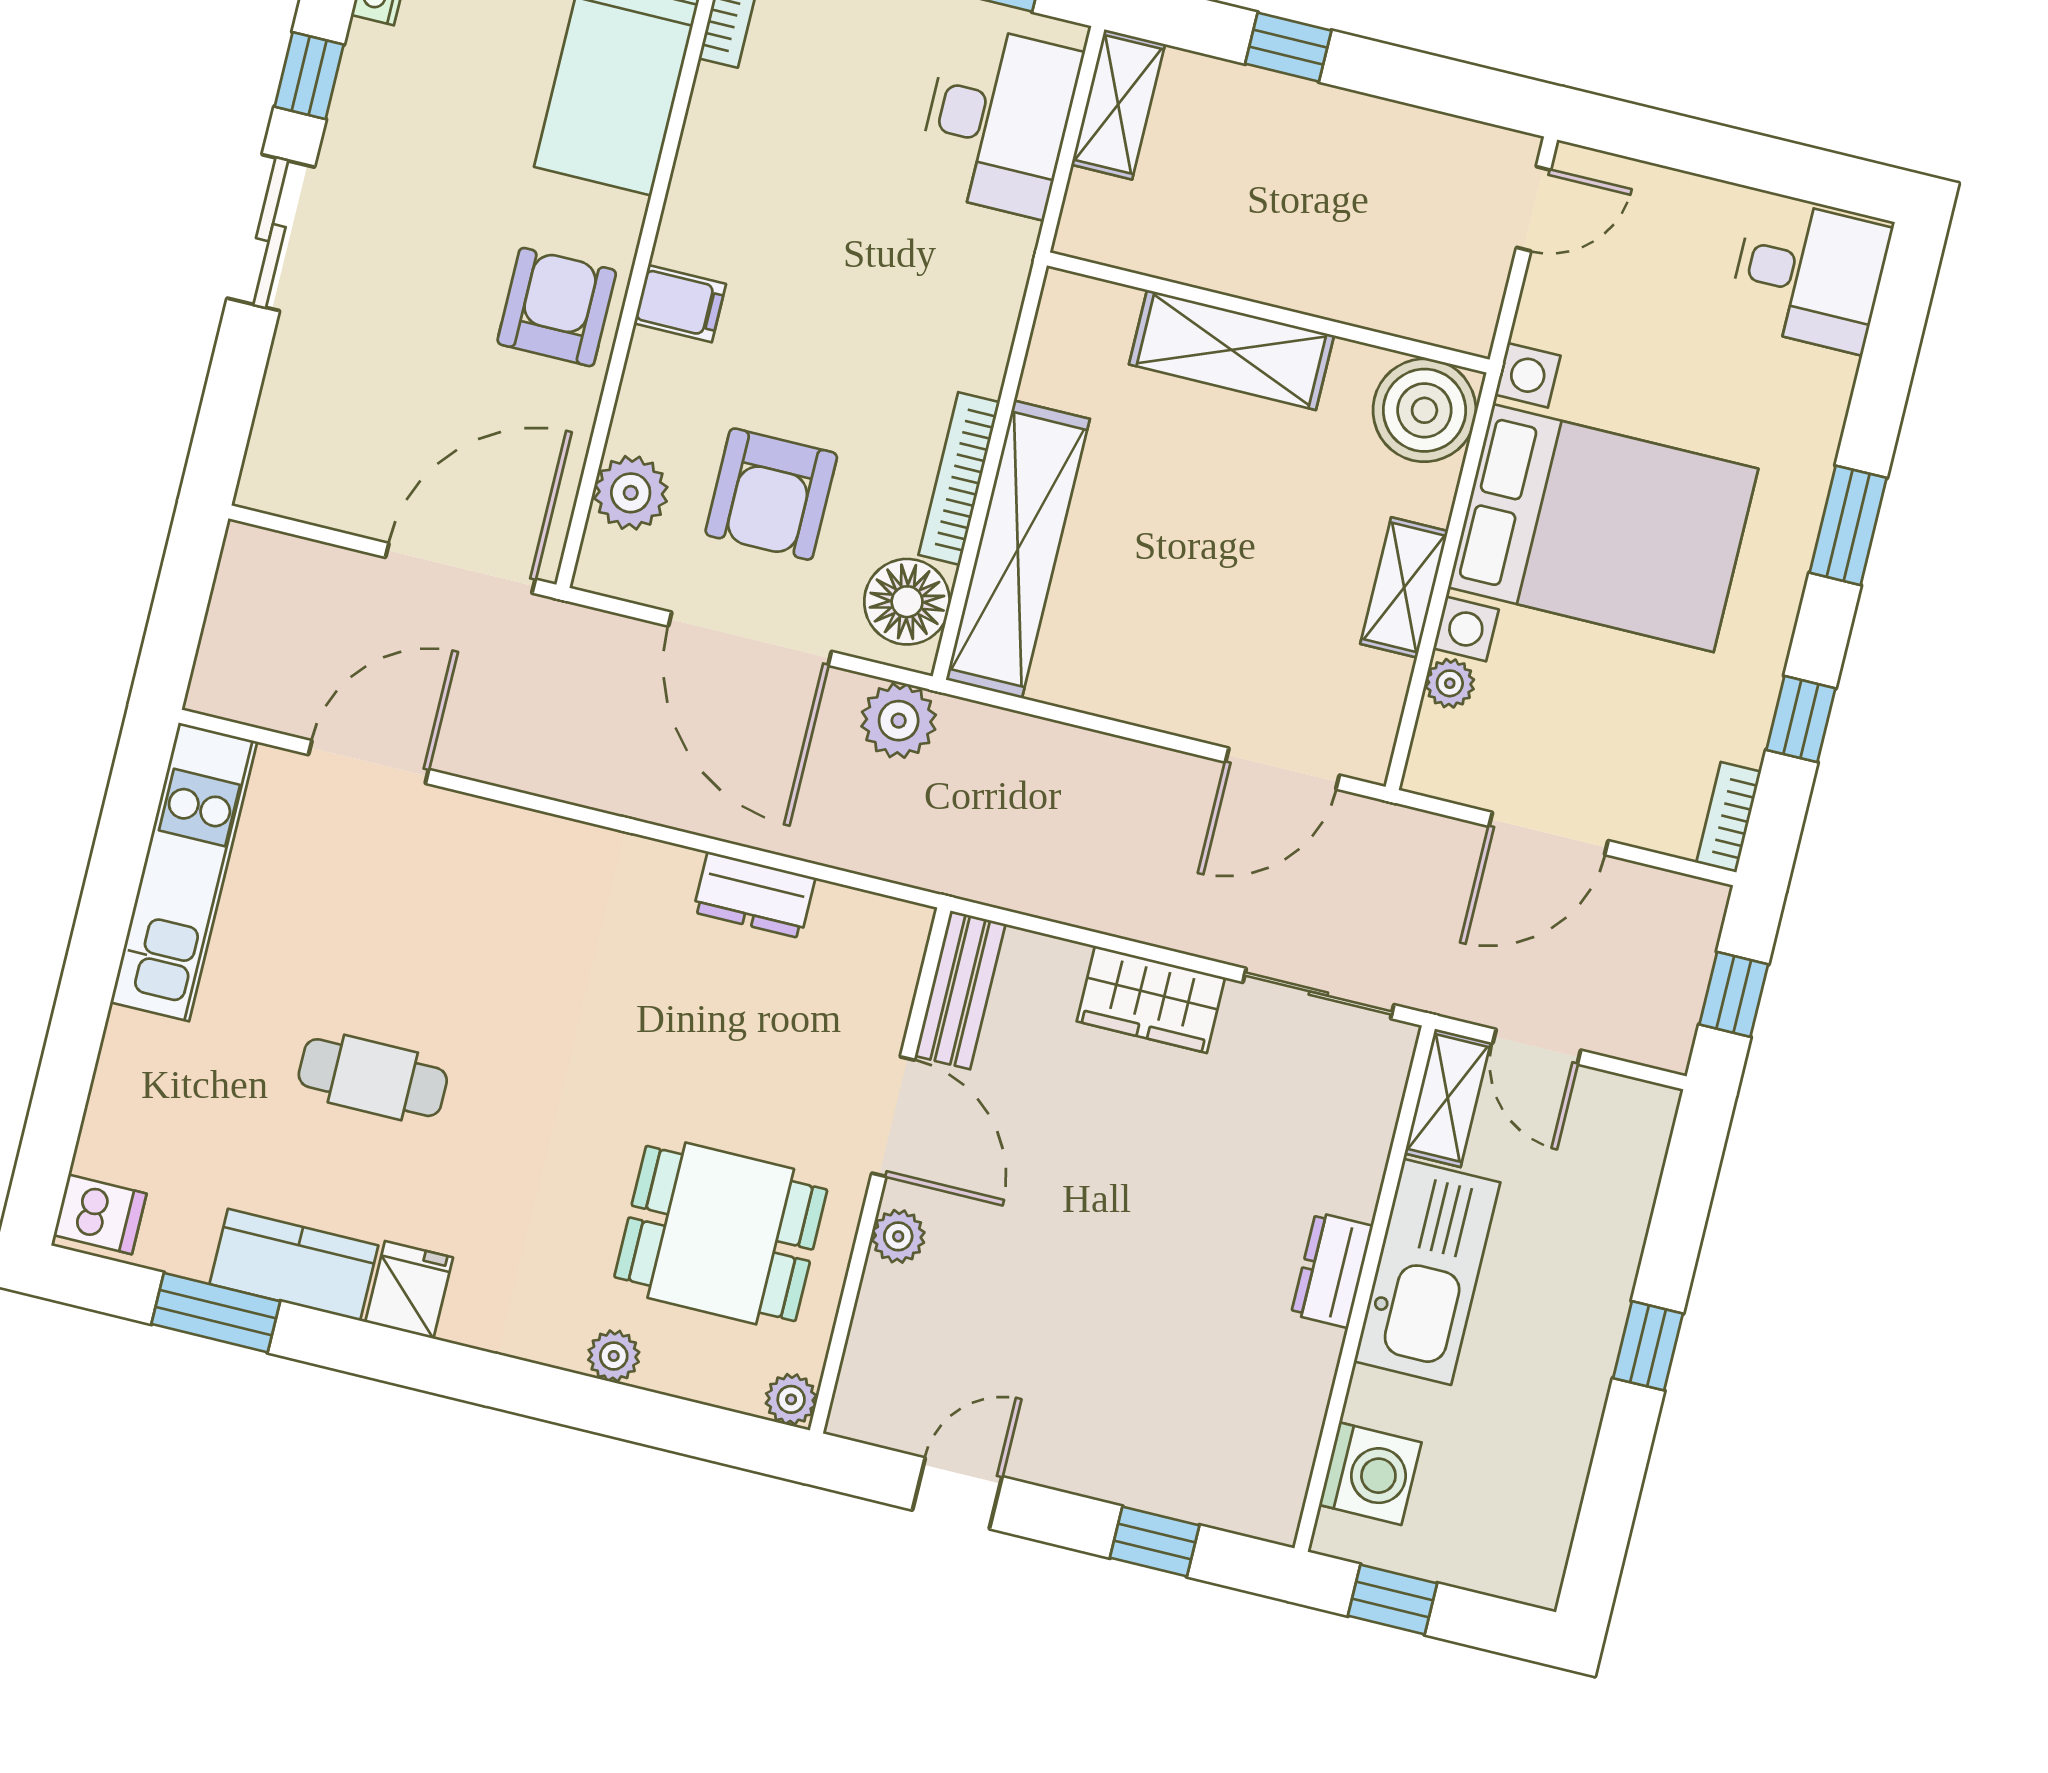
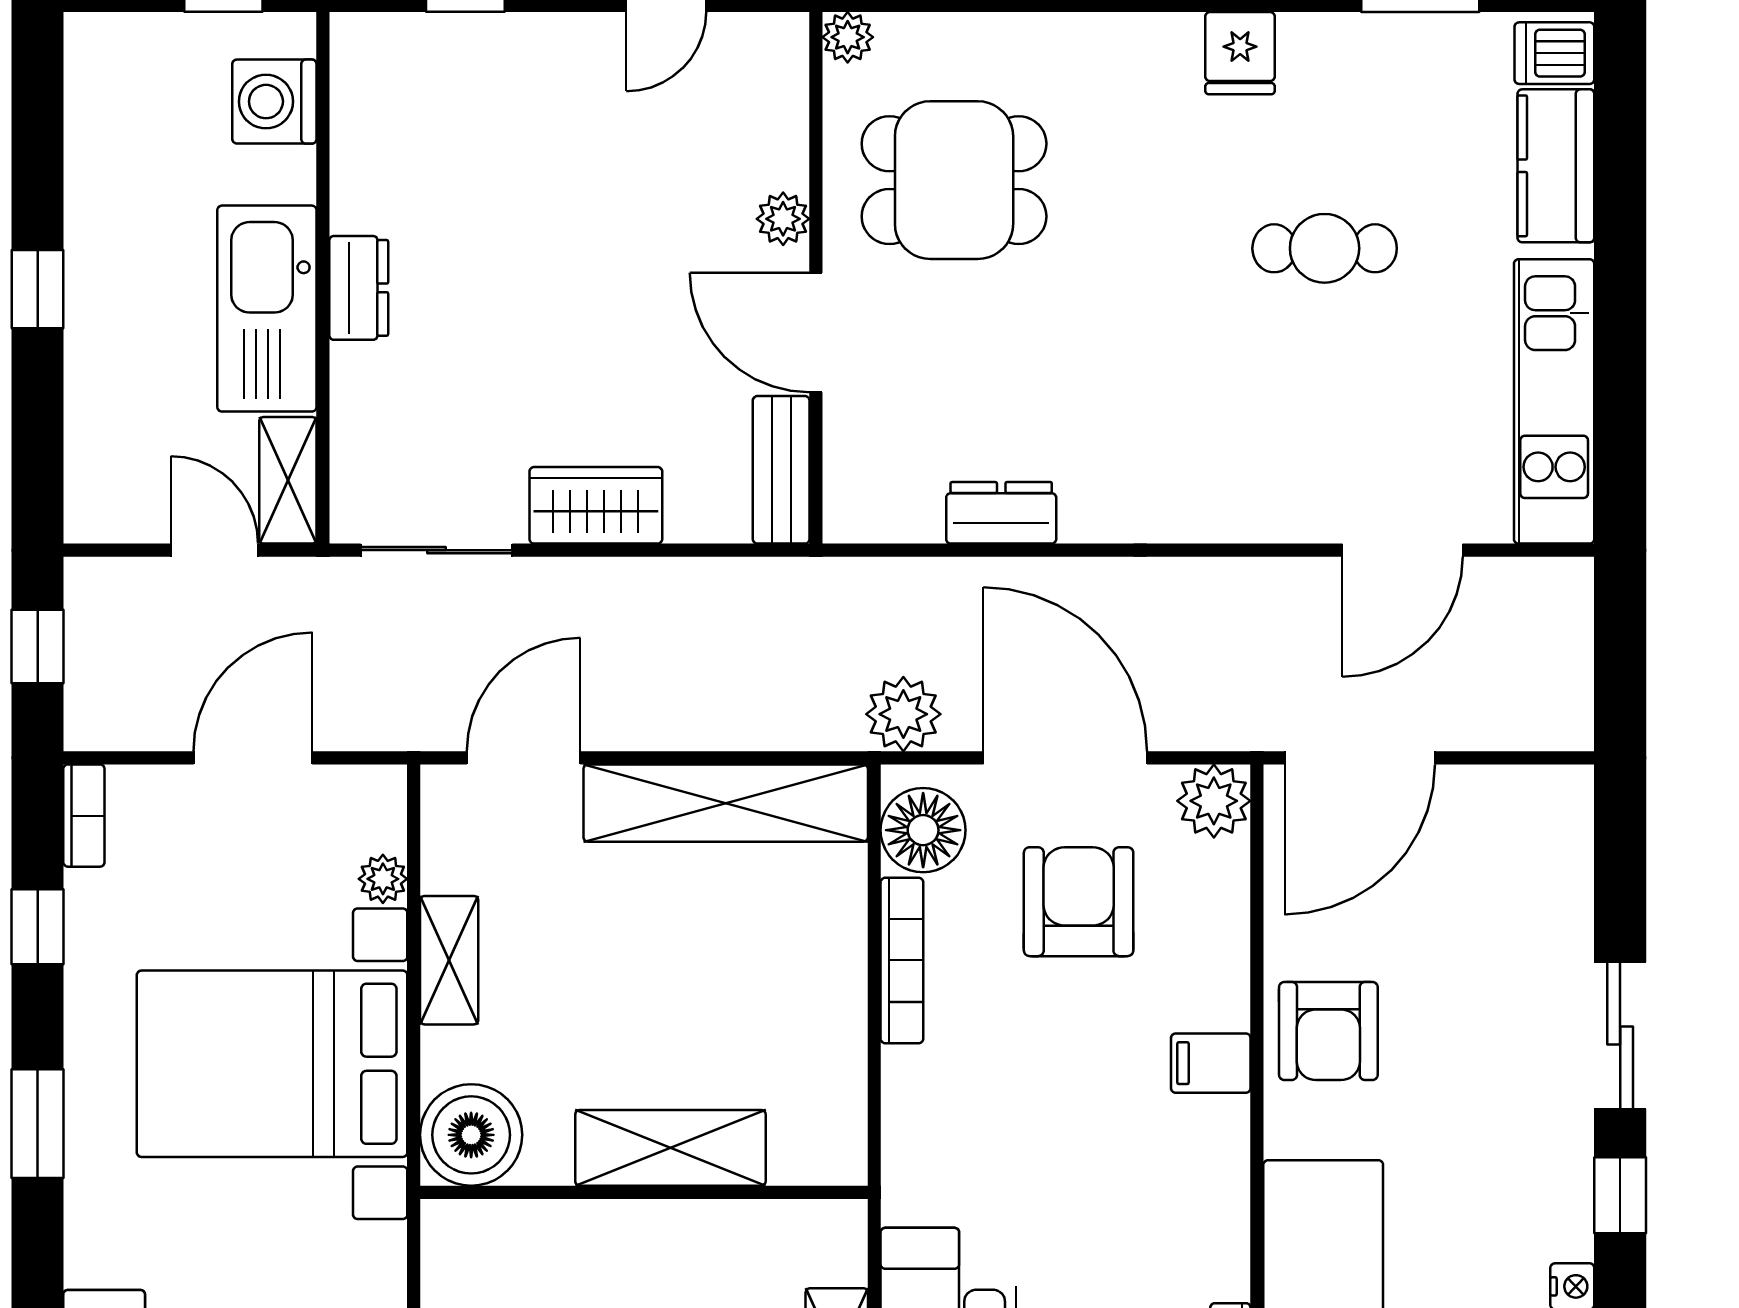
plant: (631, 493) -> (1214, 801), moved
shelving: (1018, 549) -> (726, 803), moved, turned 90
kitchen counter: (294, 1265) -> (1556, 166), moved, turned 90
plant: (614, 1356) -> (1028, 37), removed

